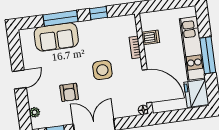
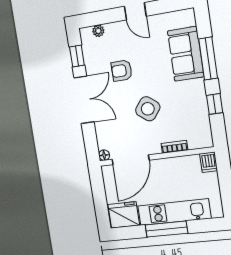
dishwasher: (151, 37) -> (209, 162), moved
side table: (102, 70) -> (148, 109), turned 38

